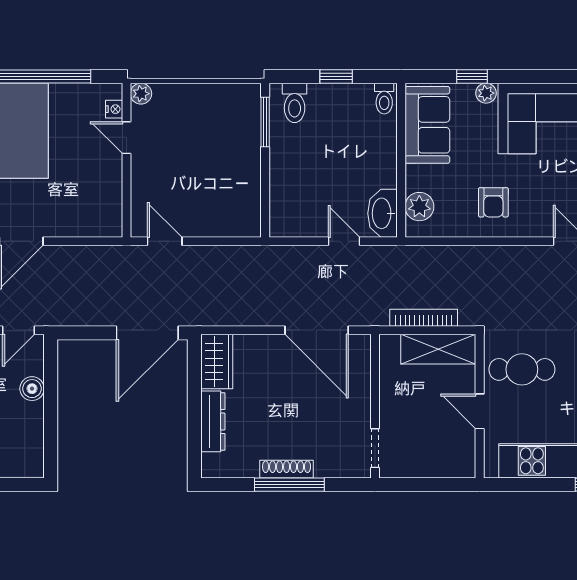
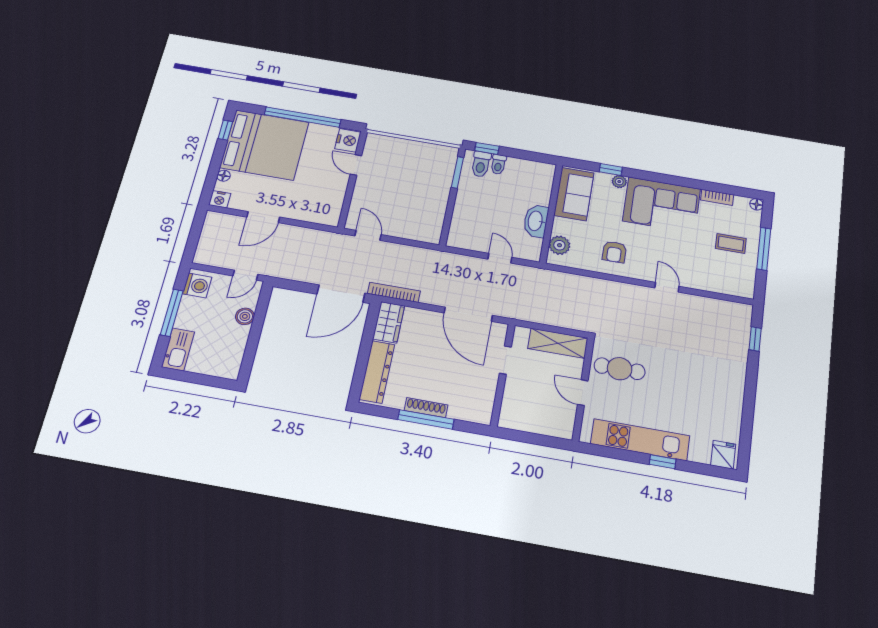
window: (336, 76) -> (487, 148), moved
plant: (141, 94) -> (373, 140), removed
toilet: (384, 99) -> (498, 164), moved
nightstand: (114, 109) -> (348, 140), width x1.89, depth x1.79
washbasin: (382, 213) -> (536, 221), moved
bookcase: (424, 318) -> (394, 292), moved
dresser: (213, 421) -> (377, 372), width x1.37, depth x1.24
doorway: (375, 448) -> (505, 360), moved

